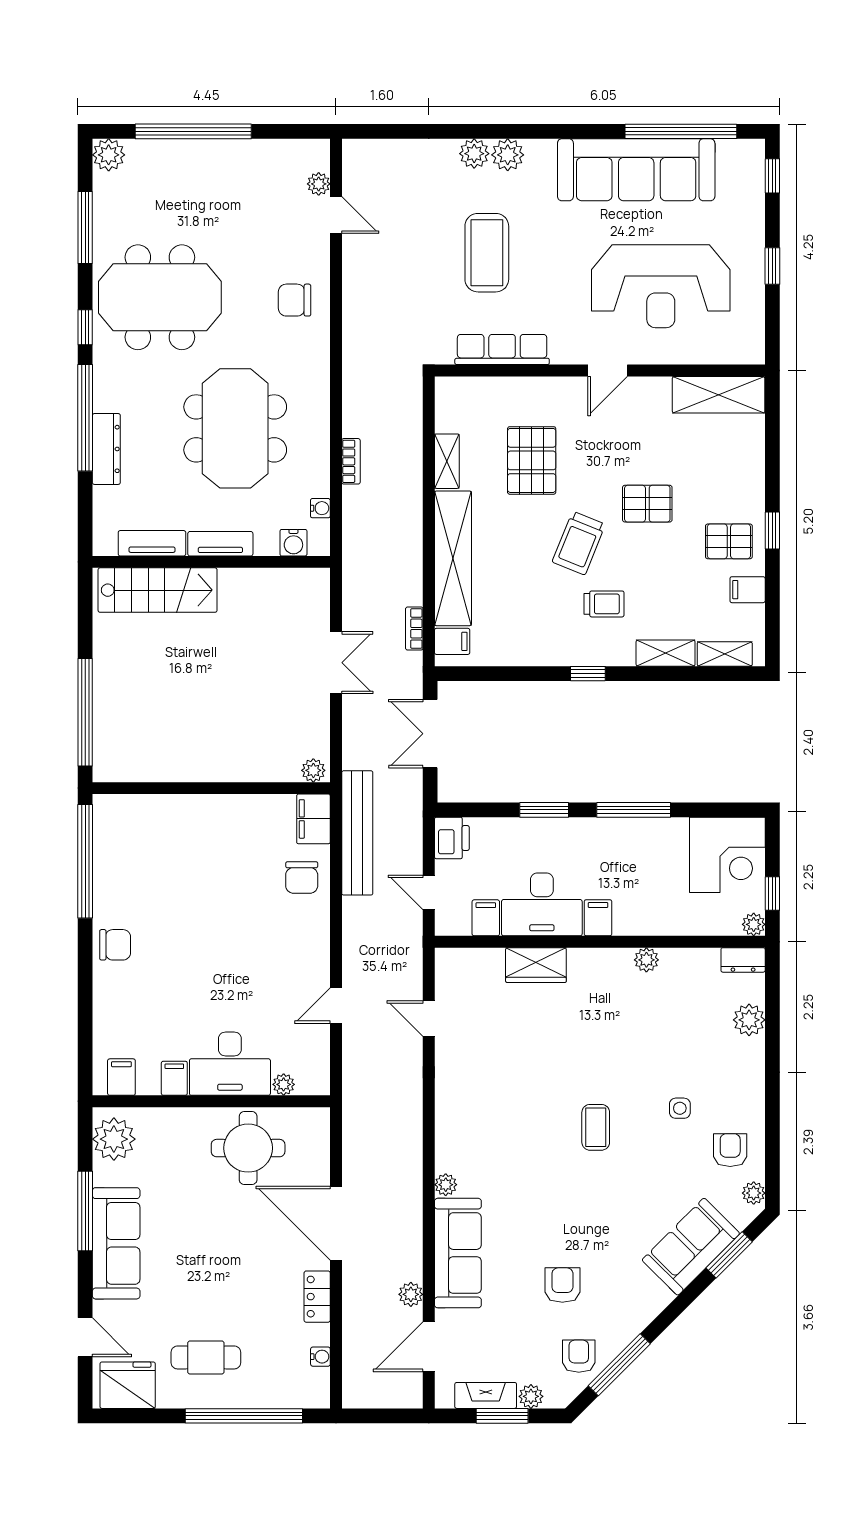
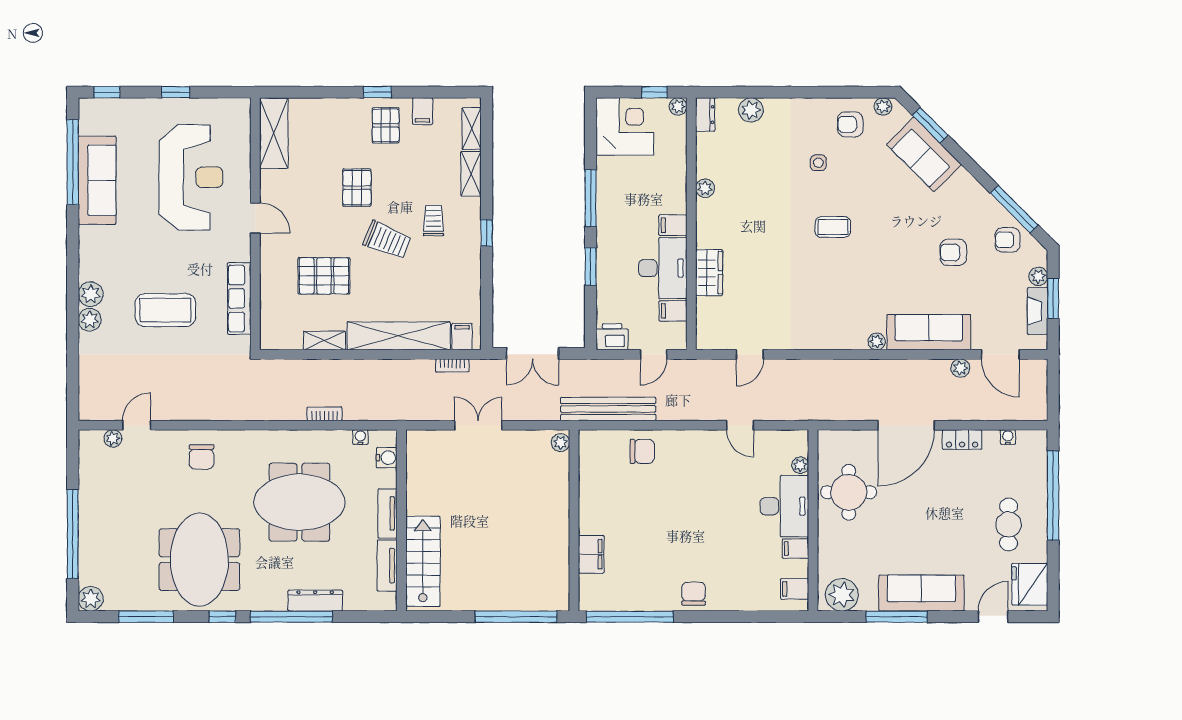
sofa: (636, 170) -> (97, 180), width x0.74, depth x0.79
filing cabinet: (313, 819) -> (591, 554), moved, turned -90

